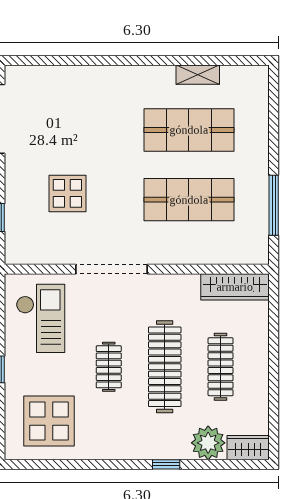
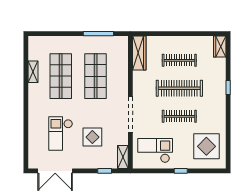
checkout: (74, 130) -> (61, 133), added
shelving: (28, 254) -> (123, 157), added
clothes rail: (109, 367) -> (179, 116), width x1.36
plant: (208, 443) -> (217, 66), removed

